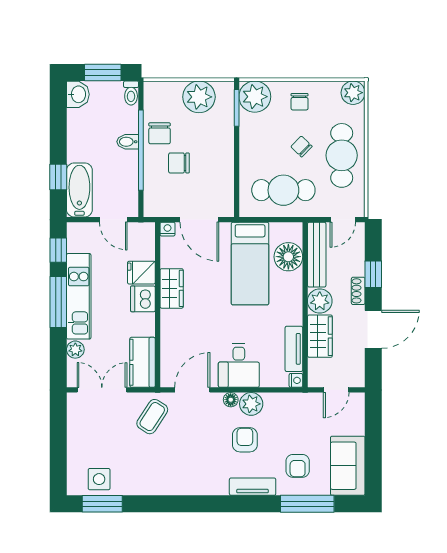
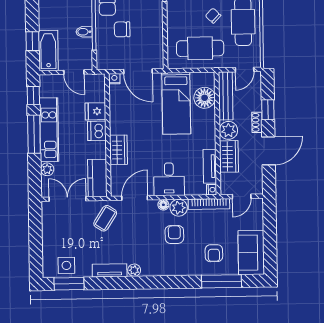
bidet: (128, 142) -> (84, 32), moved
wardrobe: (172, 288) -> (119, 150), moved
bookcase: (292, 400) -> (209, 204), added
plant: (190, 487) -> (134, 270), added
tv unit: (253, 487) -> (110, 270), moved

